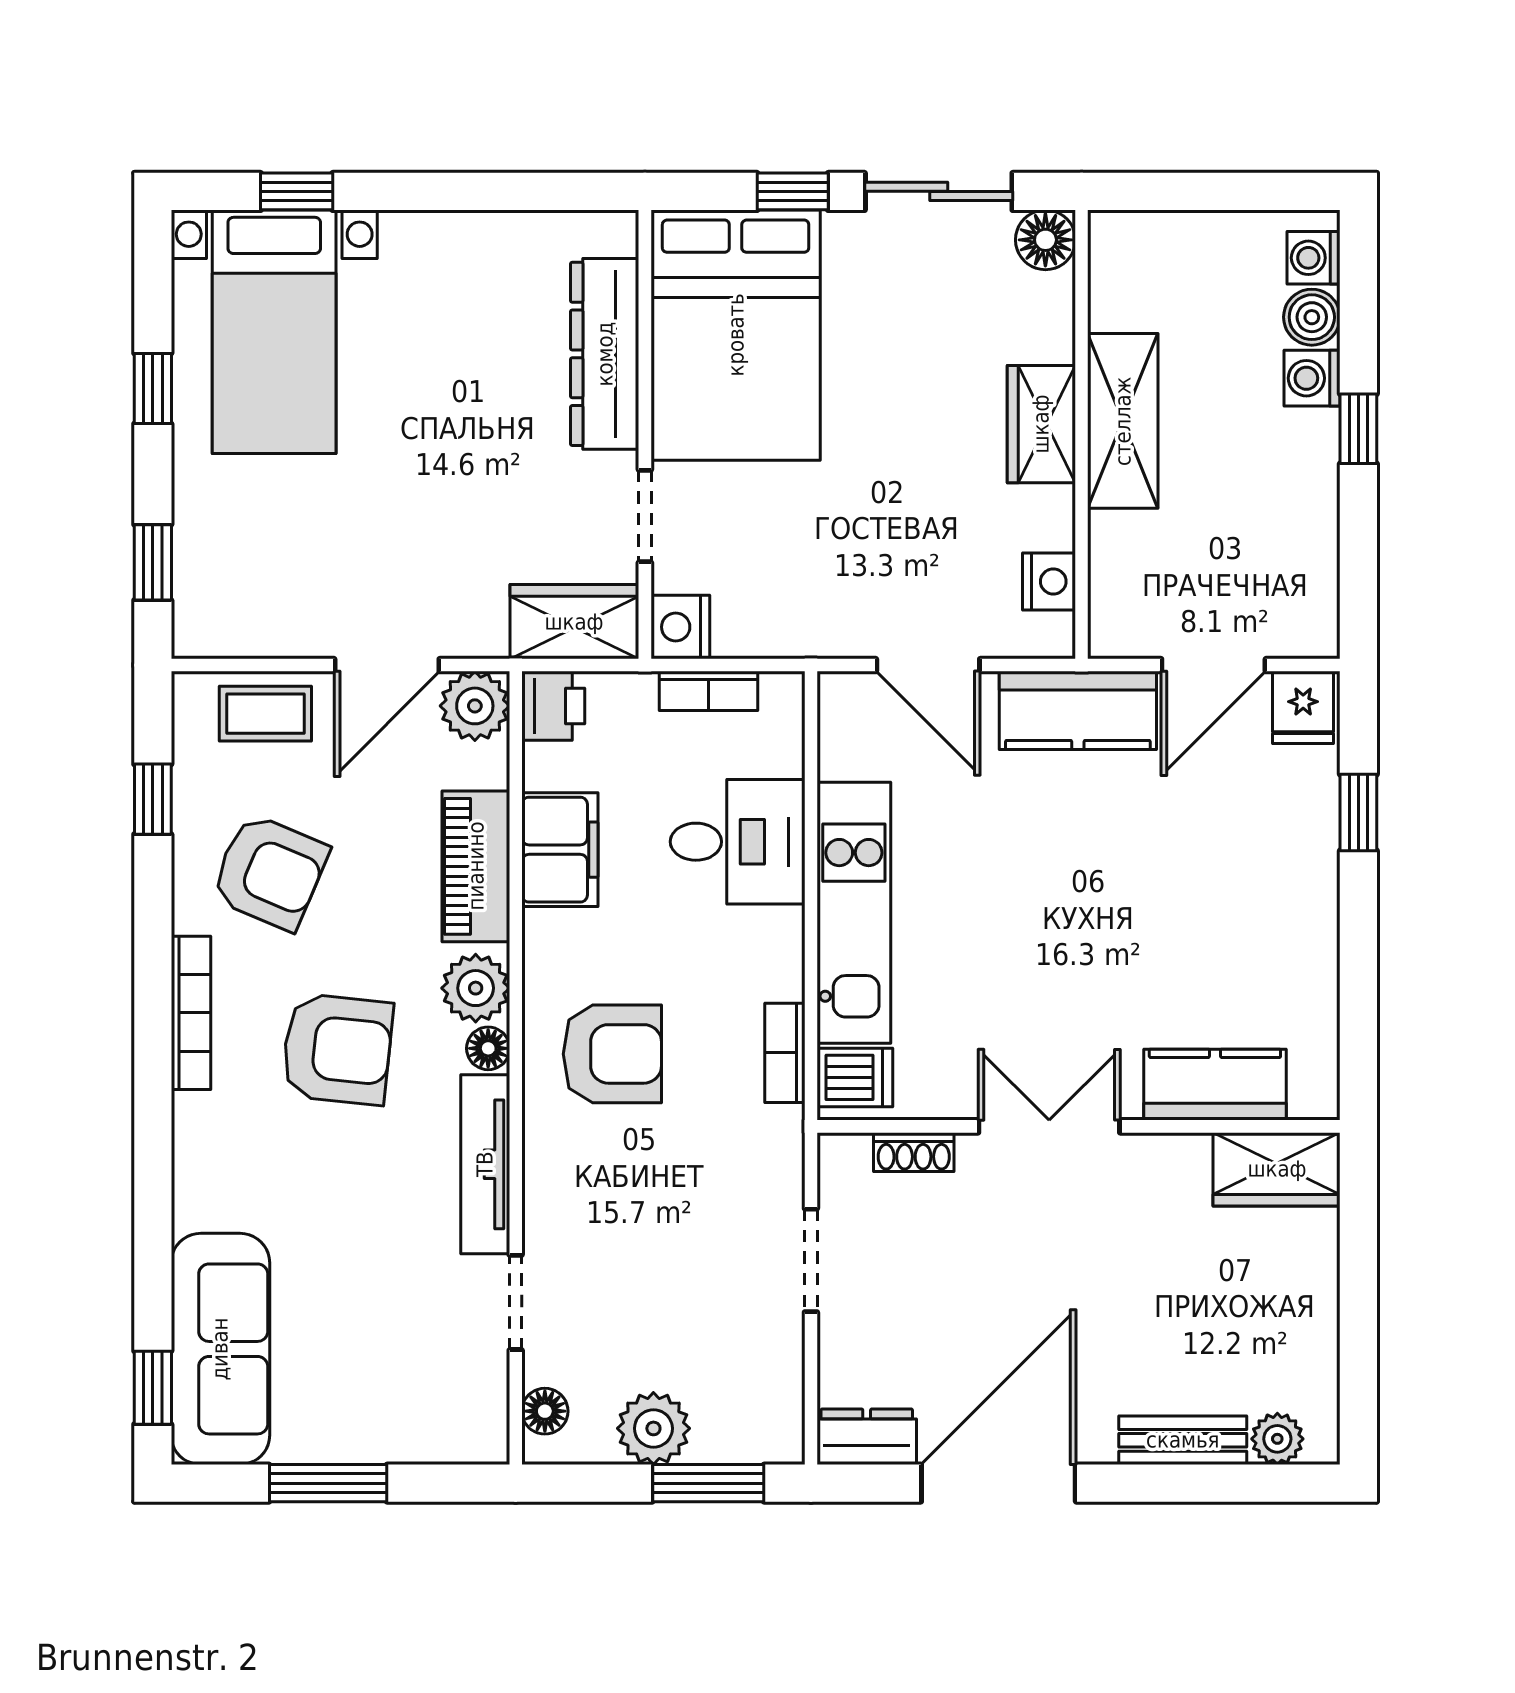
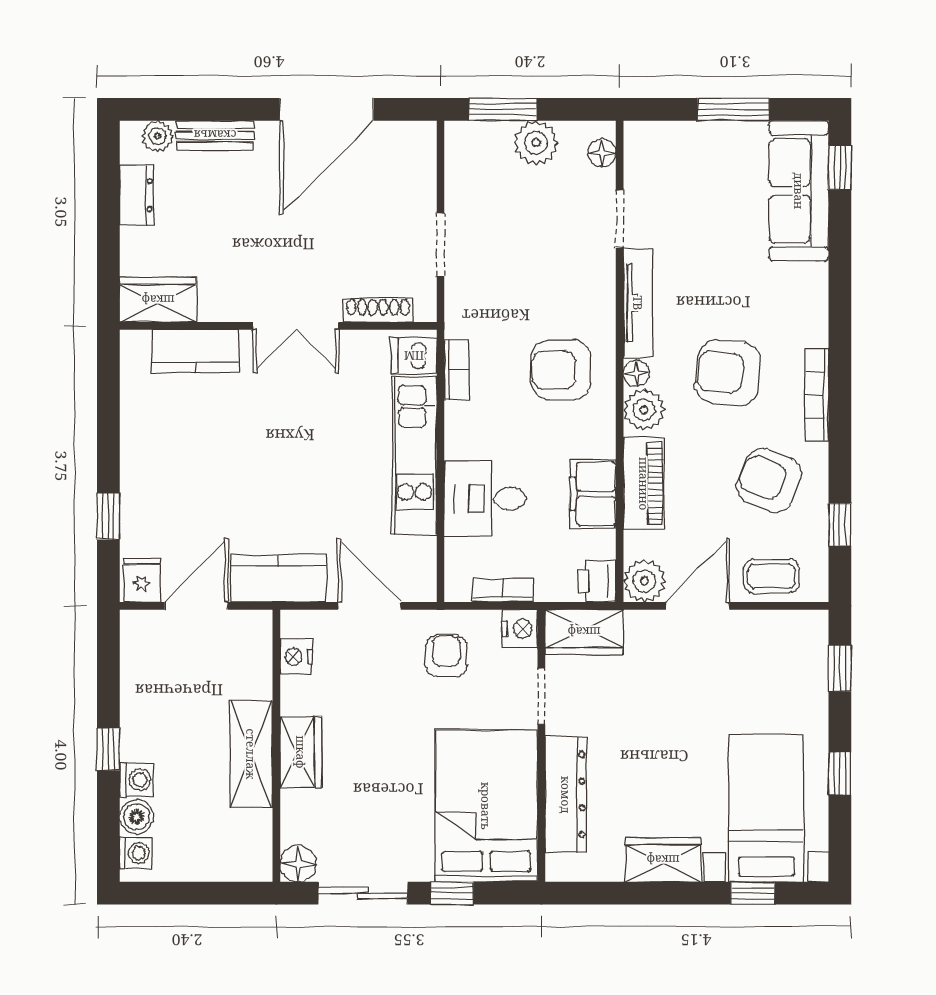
wardrobe: (445, 246) -> (663, 860), added
armchair: (801, 582) -> (446, 656), added
shoe rack: (914, 1152) -> (378, 310), width x1.43
dresser: (867, 1437) -> (136, 195), moved, turned -90

